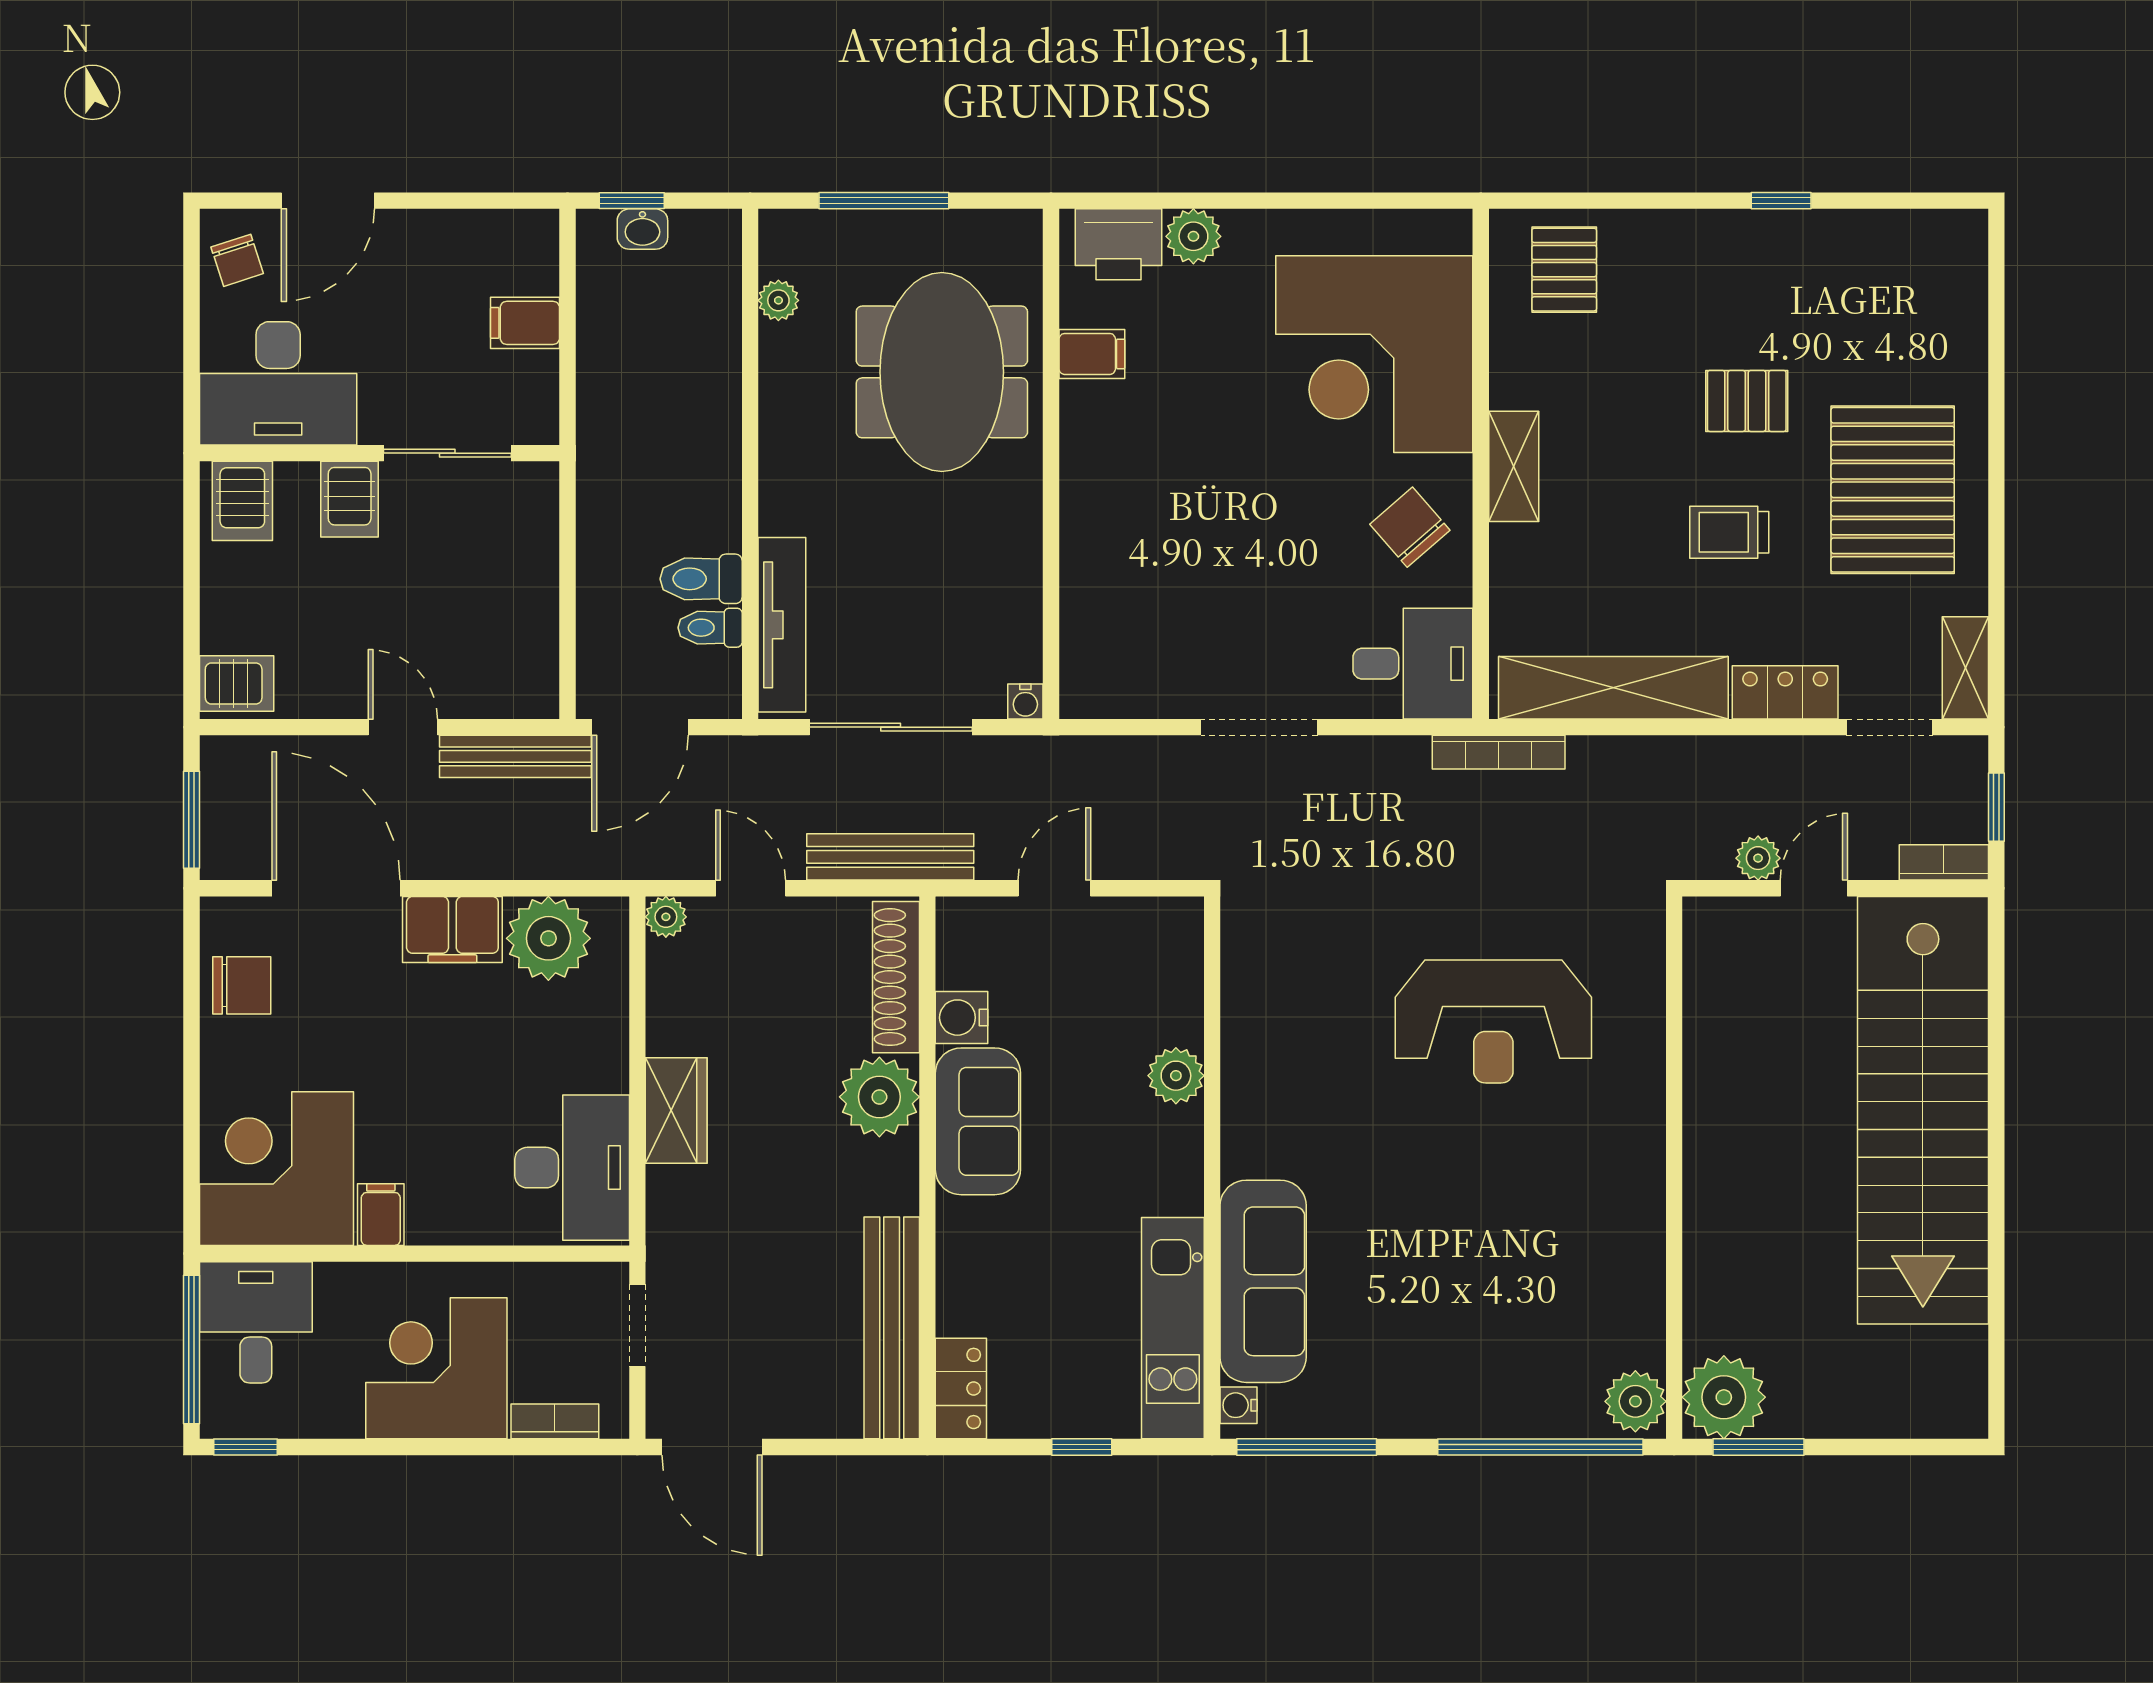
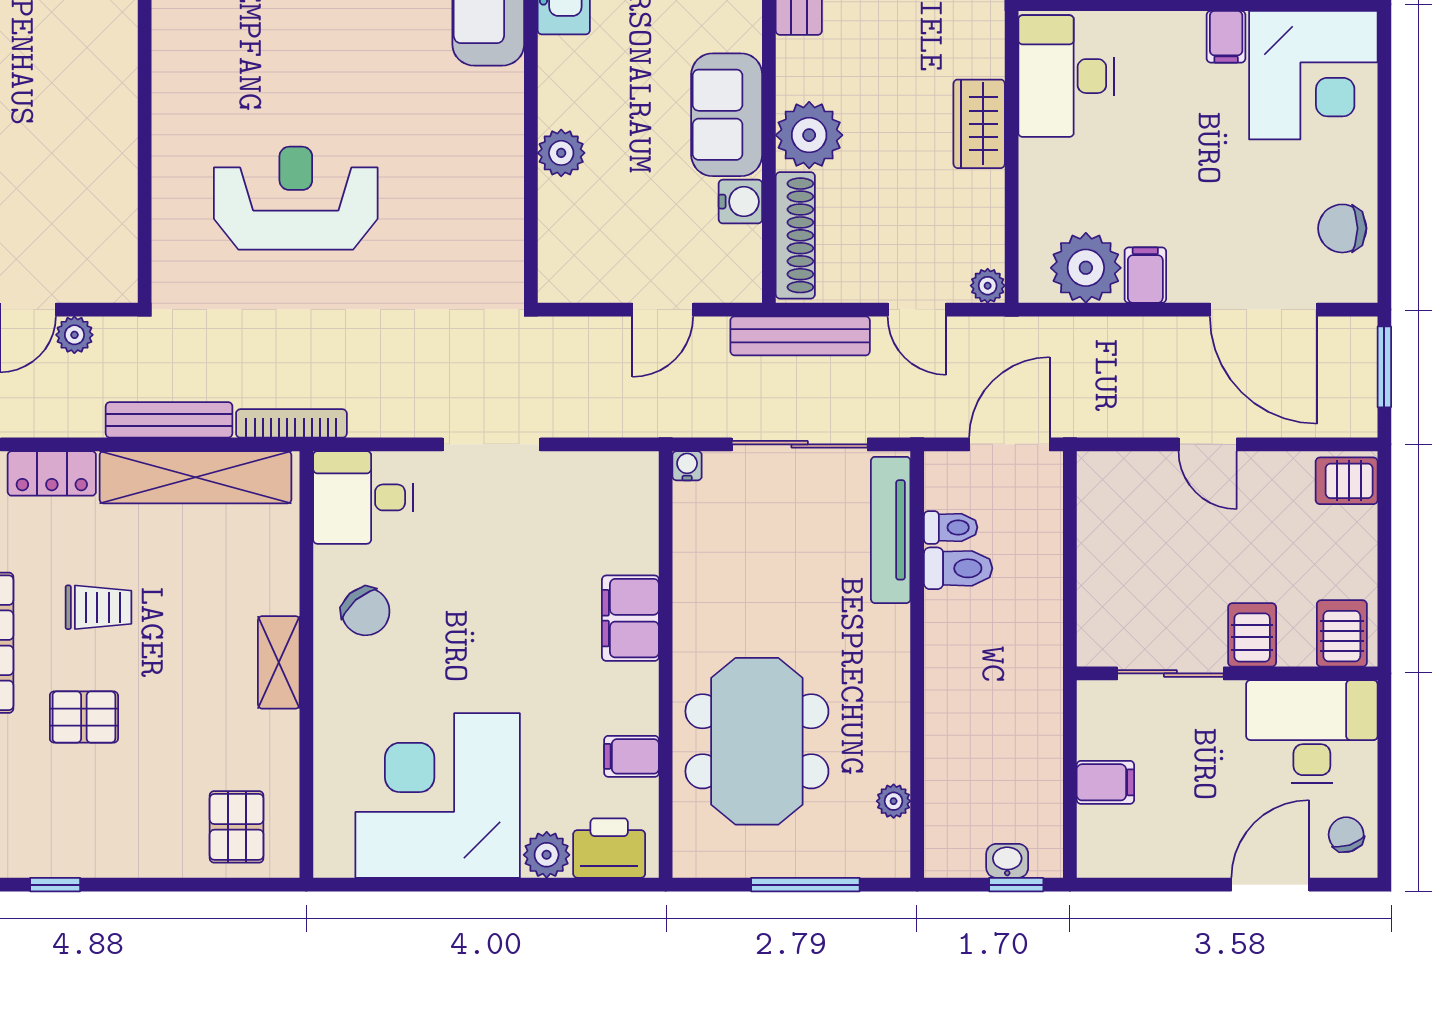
corner desk: (1374, 354) -> (438, 795), moved, turned -90
filing cabinet: (1093, 519) -> (630, 618), added
bench: (515, 756) -> (169, 420), moved
filing cabinet: (452, 930) -> (1145, 275), width x0.50

